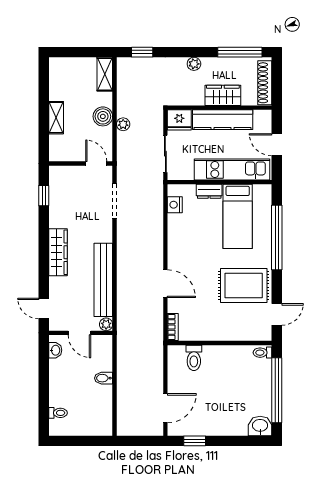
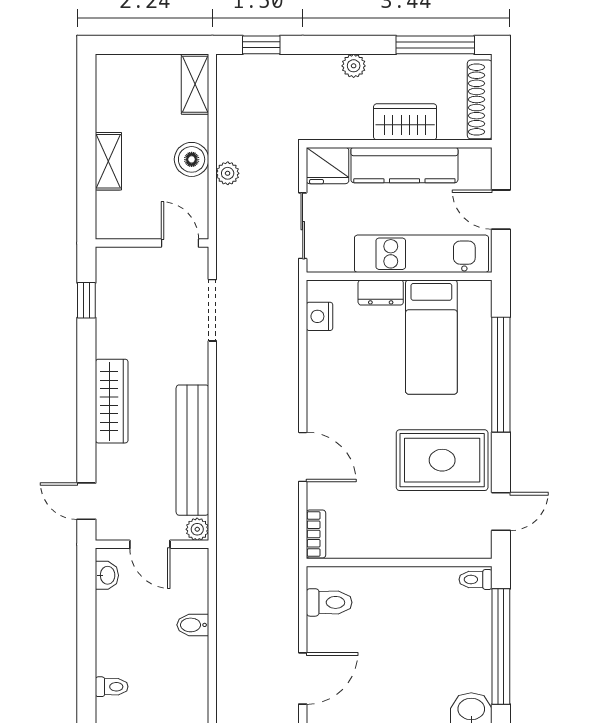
toilet: (194, 358) -> (329, 602), moved, turned -90

